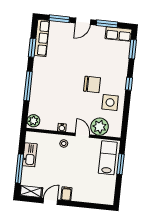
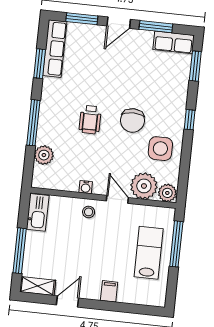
wheelchair: (65, 84) -> (90, 120), added
chair: (92, 84) -> (132, 120), turned 90
plant: (33, 121) -> (44, 155), moved
plant: (115, 131) -> (167, 193), added
kitchen sink: (30, 155) -> (38, 212), moved
lab bench: (108, 158) -> (149, 253), moved
window: (120, 164) -> (176, 244), width x1.44
filing cabinet: (66, 194) -> (109, 291), moved

